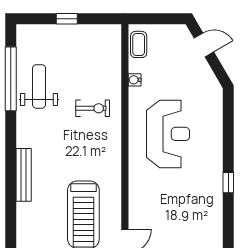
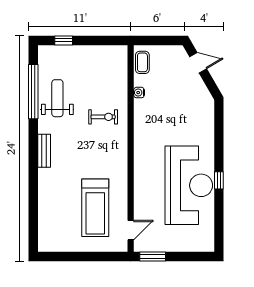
window: (67, 19) -> (64, 40), moved
reception desk: (168, 134) -> (189, 185), moved, width x1.36, depth x1.30
bench: (24, 175) -> (44, 151), moved, width x0.73

